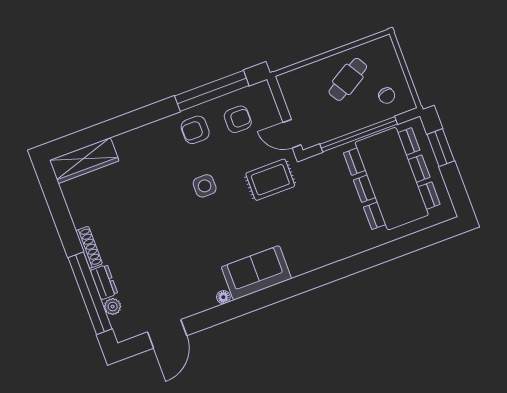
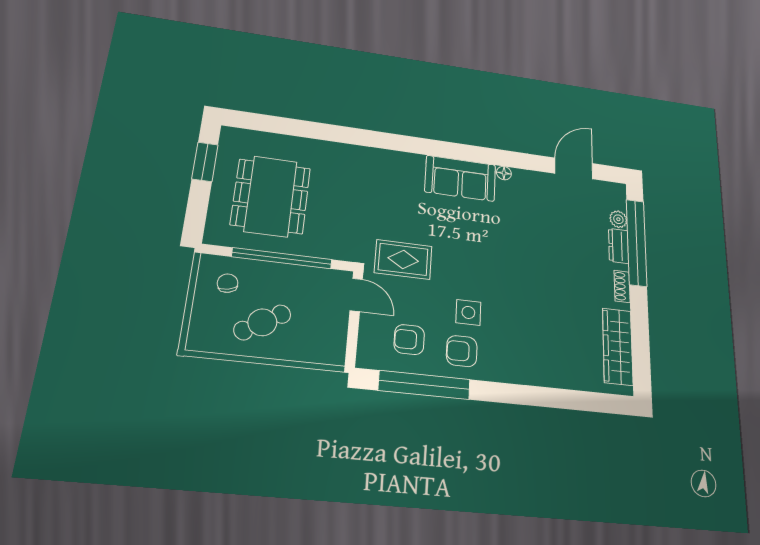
armchair: (195, 130) -> (462, 351), turned 180
window: (441, 148) -> (205, 162), moved
wardrobe: (84, 160) -> (618, 346), moved, turned -90
dining table: (392, 179) -> (271, 196), width x0.73, depth x0.80
side table: (205, 186) -> (468, 312), moved
shoe rack: (89, 247) -> (622, 286), width x0.70

